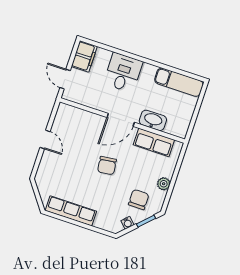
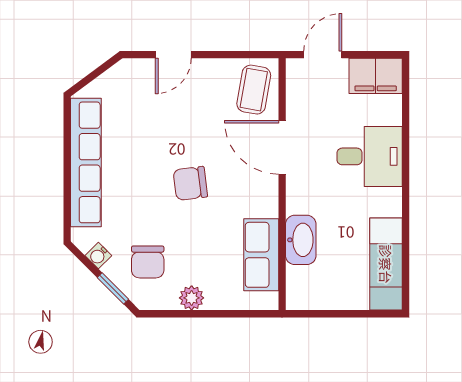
coffee table: (71, 119) -> (254, 90), added
door: (121, 120) -> (282, 147), moved
door: (45, 139) -> (173, 55), moved
chair: (139, 199) -> (148, 262), turned 90
row of seats: (71, 211) -> (86, 162), width x1.36

